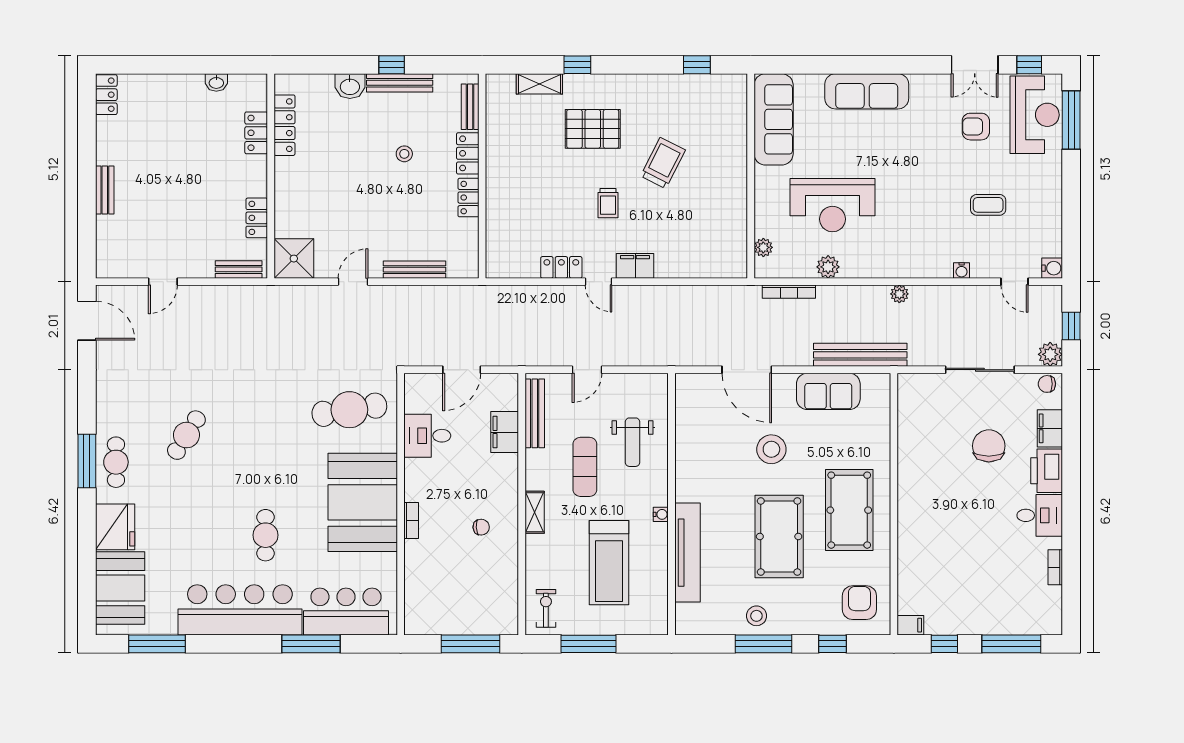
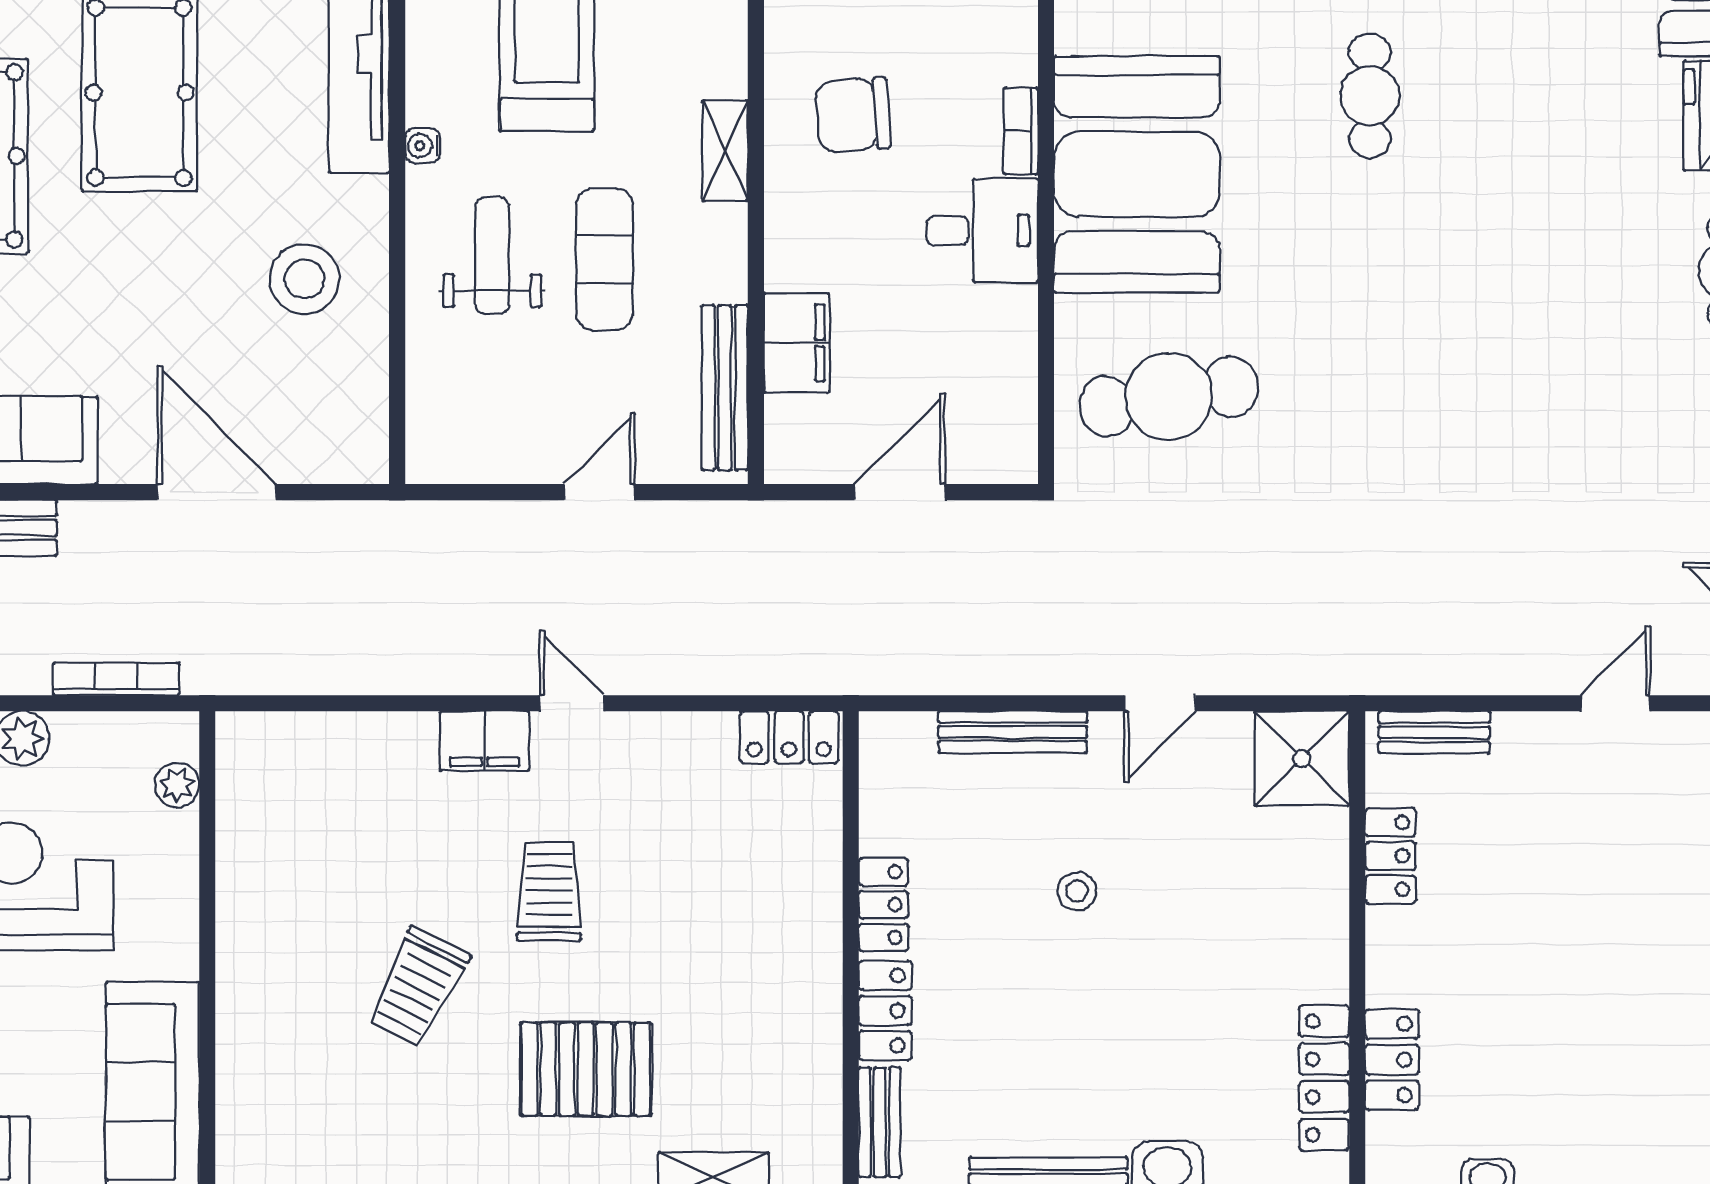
stool: (404, 154) -> (1077, 891), moved
trolley: (608, 203) -> (549, 891), width x1.36, depth x1.39
locker: (561, 267) -> (789, 737), moved
cafe table: (186, 435) -> (1559, 336), removed
desk: (427, 436) -> (982, 230), moved
weight bench: (633, 442) -> (492, 256), moved
stool: (771, 449) -> (304, 279), moved
chair: (481, 527) -> (853, 115), width x1.87, depth x1.87

